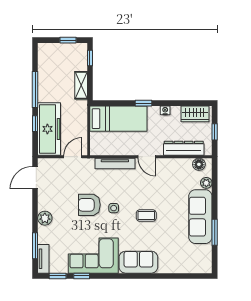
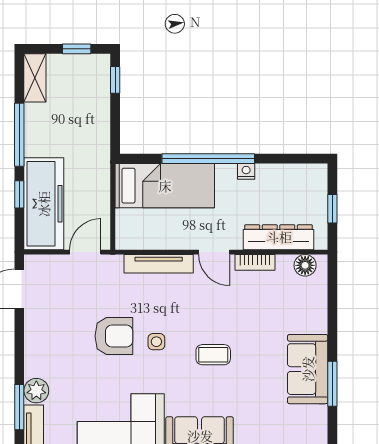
shelving: (81, 85) -> (35, 78), moved
window: (143, 103) -> (208, 159), width x3.17
wardrobe: (195, 114) -> (298, 177), removed
bookcase: (170, 163) -> (255, 262), added
plant: (206, 183) -> (318, 298), removed
armchair: (89, 205) -> (114, 336), turned 180
sofa: (200, 217) -> (308, 369), width x0.73
plant: (45, 218) -> (36, 391), moved

